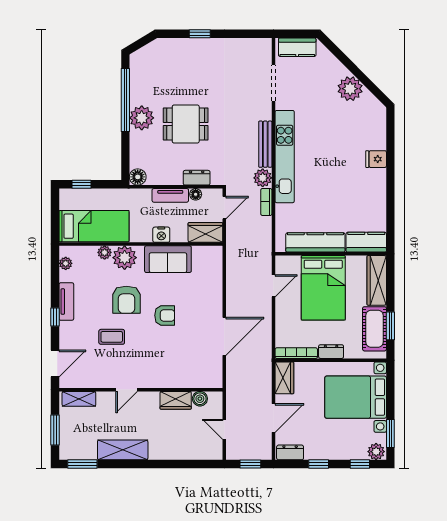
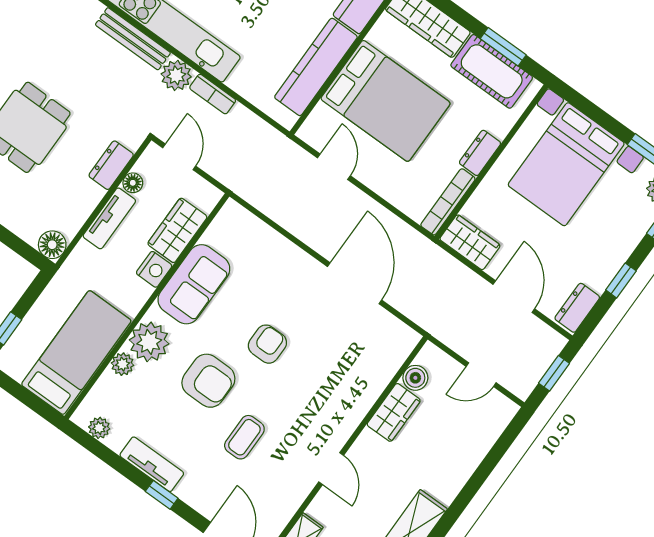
wardrobe: (205, 232) -> (177, 230), moved

